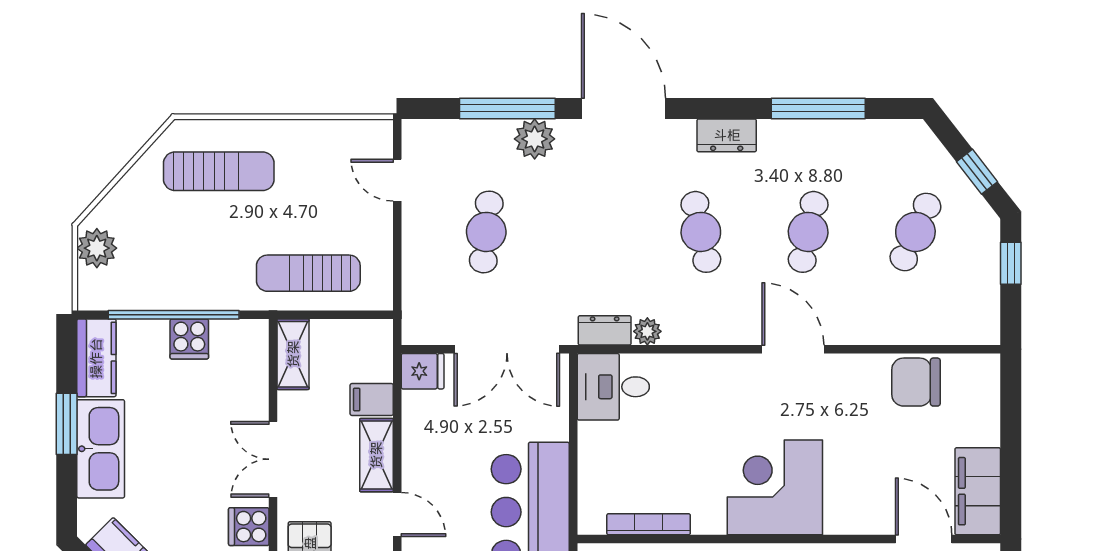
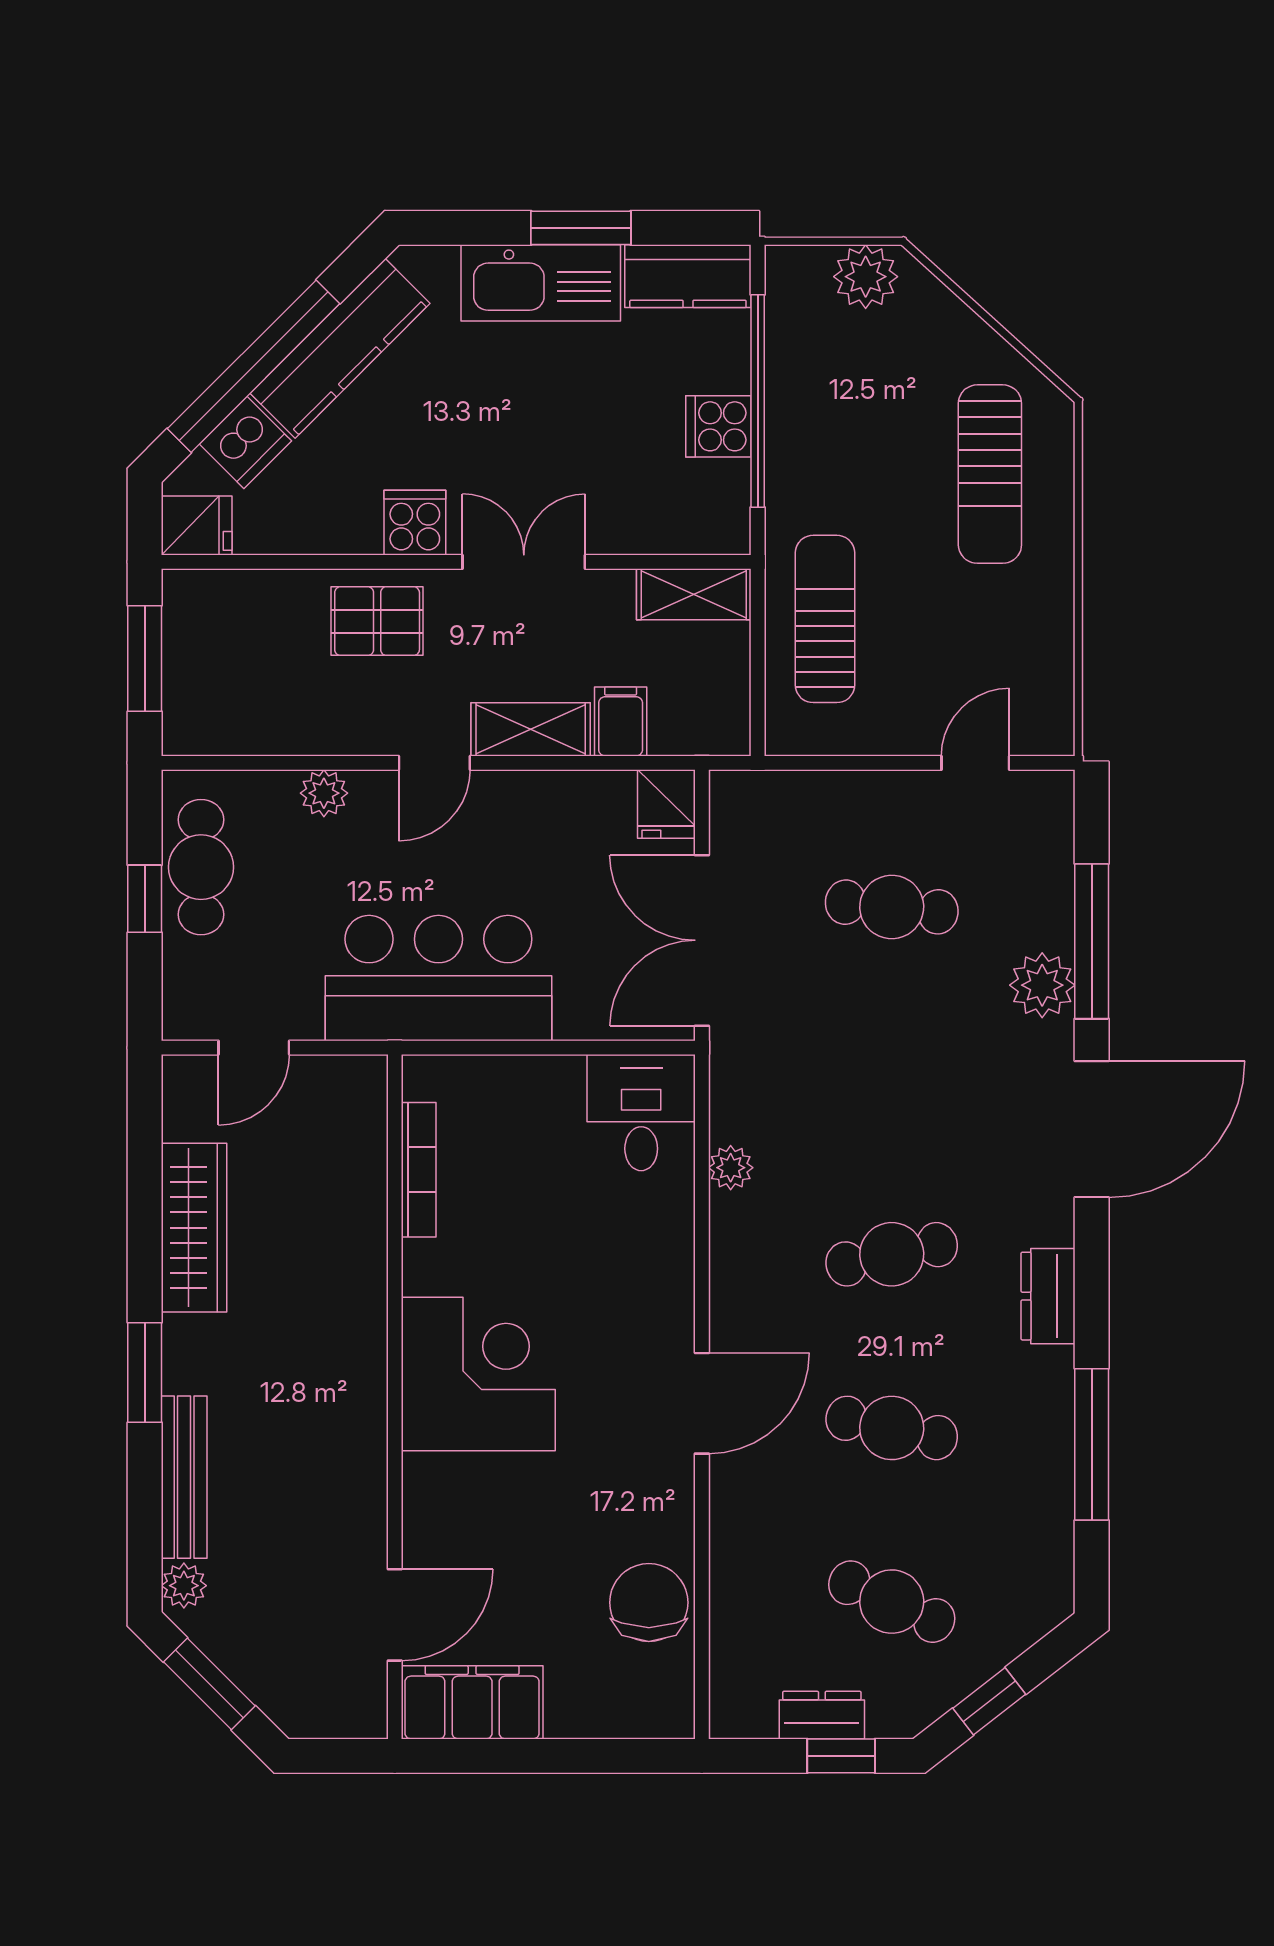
dresser: (605, 330) -> (822, 1715), moved, turned -90

